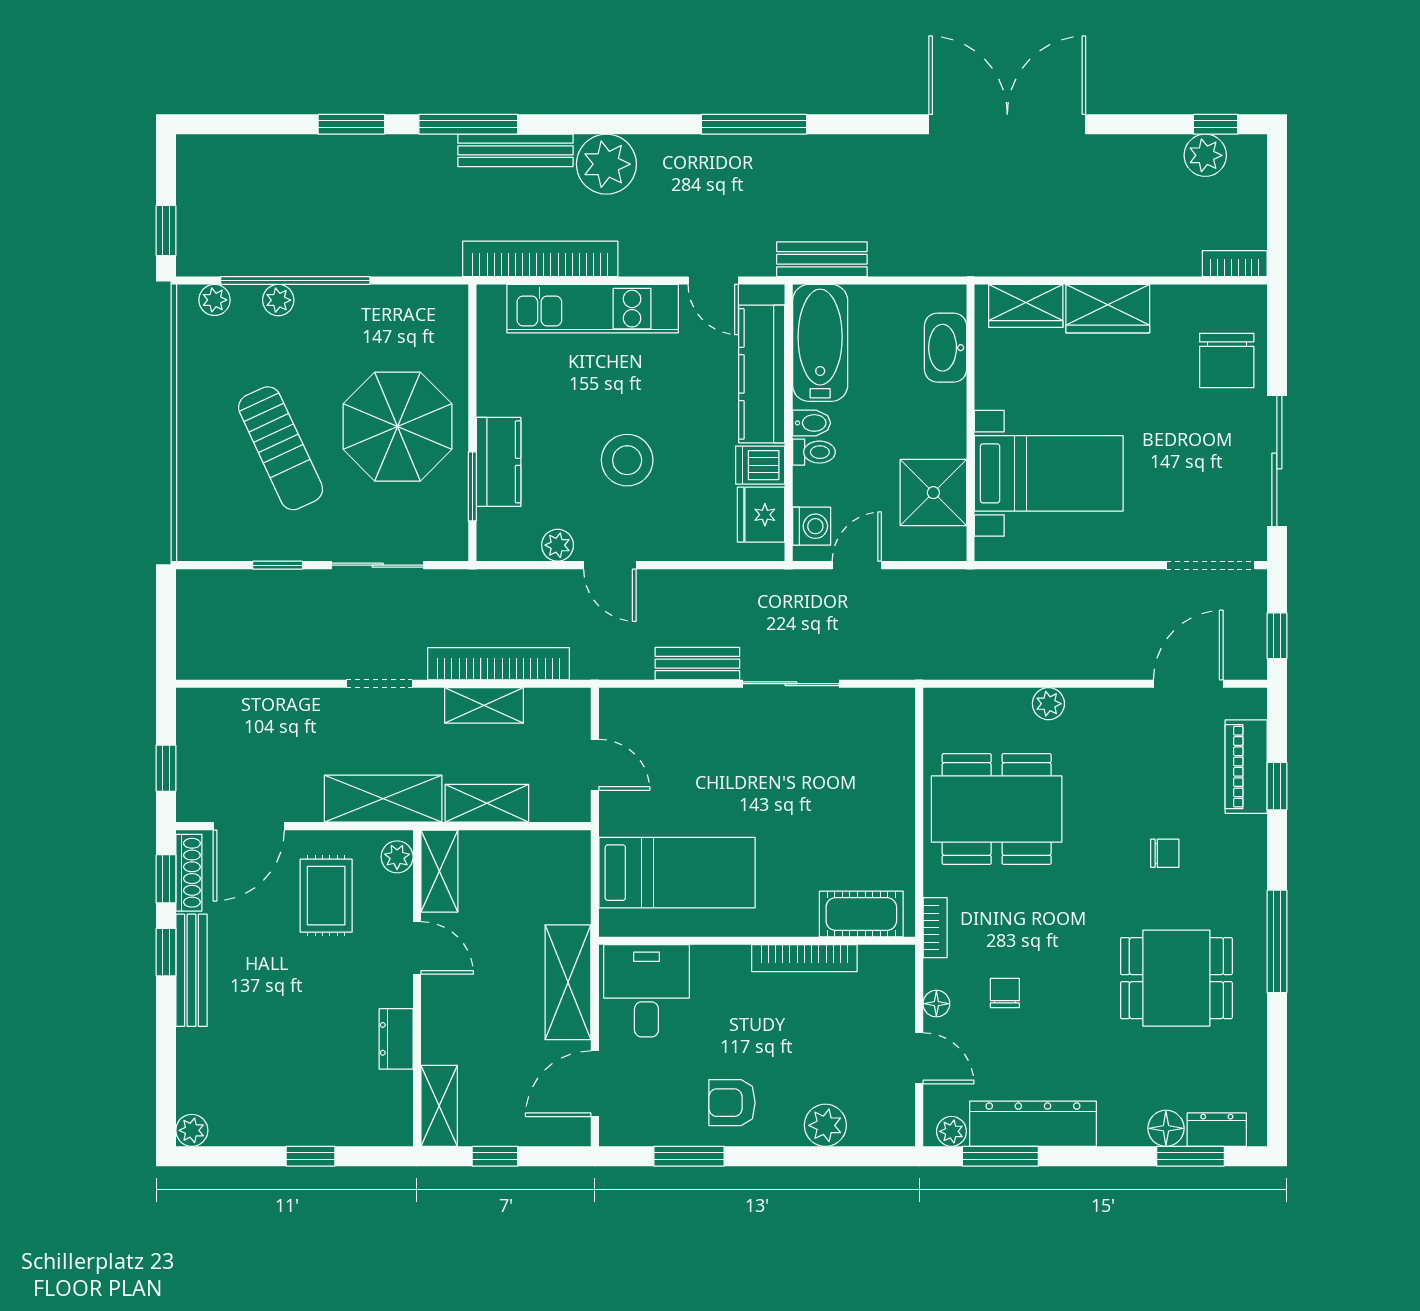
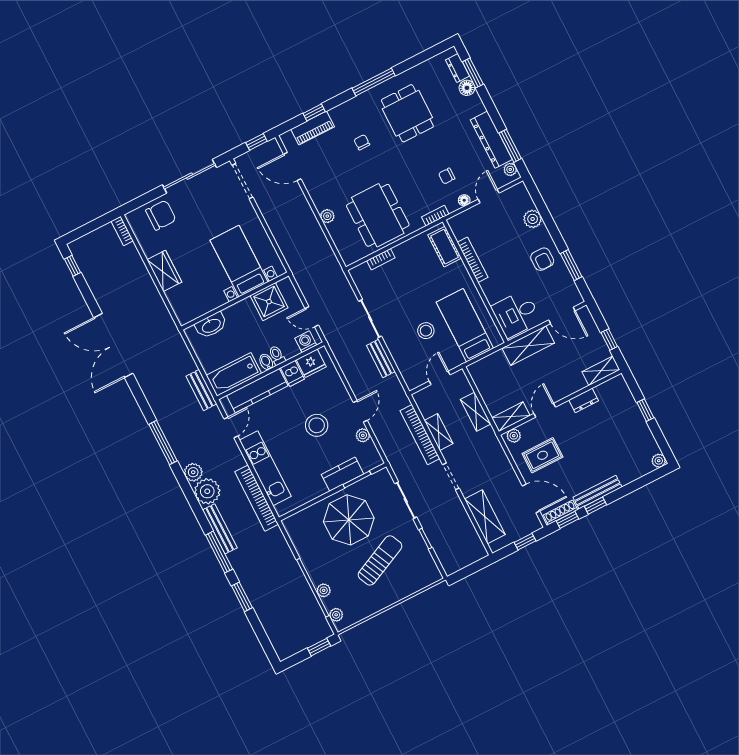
plant: (1205, 155) -> (193, 472), moved
wardrobe: (1026, 306) -> (179, 303), removed
bookcase: (903, 769) -> (381, 259), added
stool: (707, 786) -> (426, 331), added
shelving: (383, 799) -> (485, 517), moved

